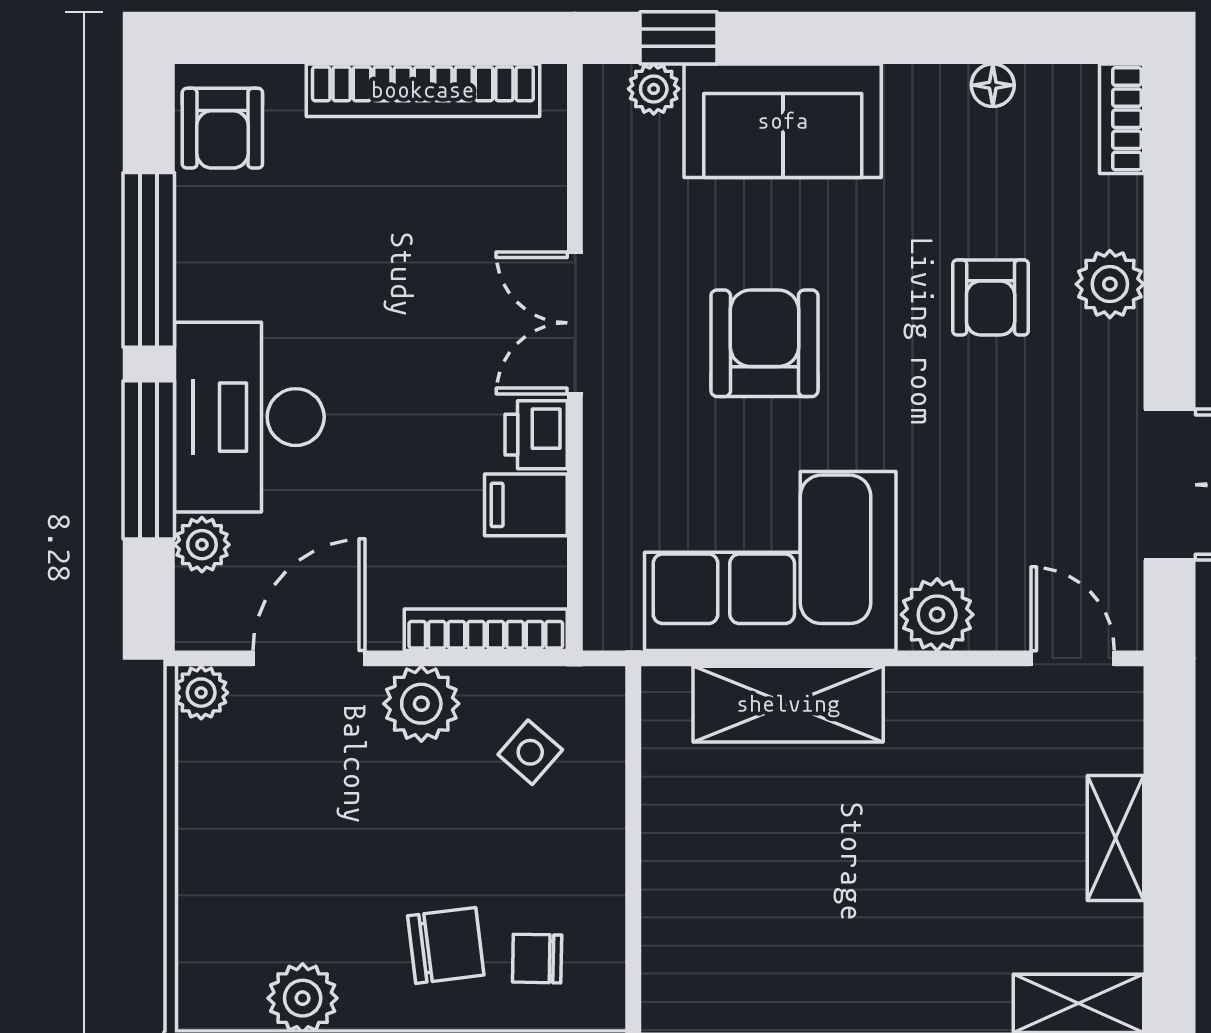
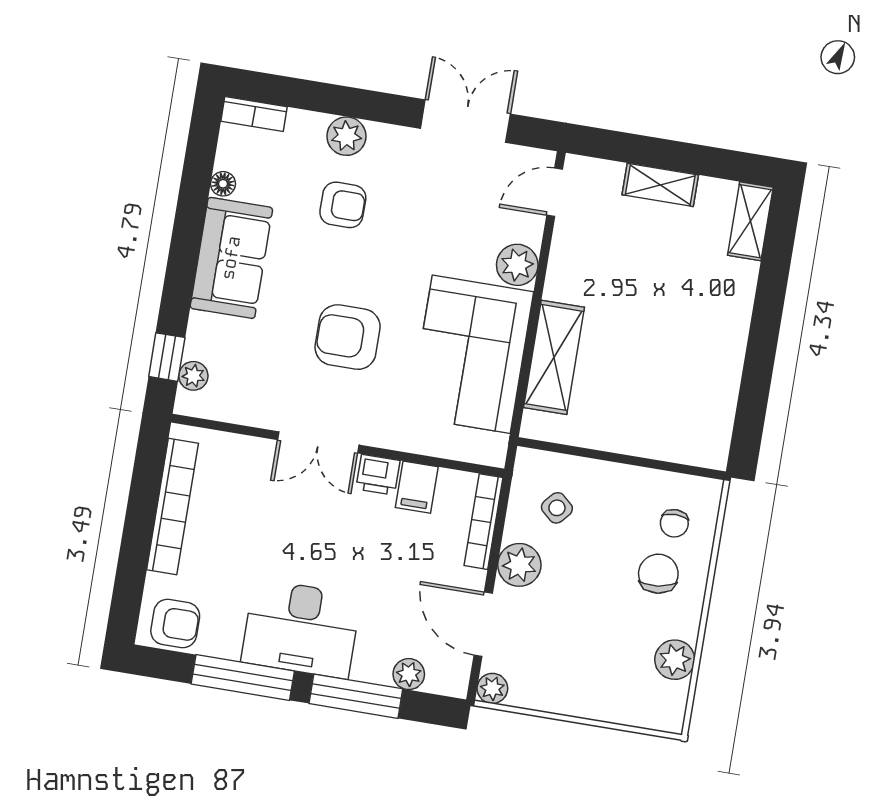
sofa: (783, 121) -> (231, 258), moved
desk: (249, 417) -> (301, 629), moved

